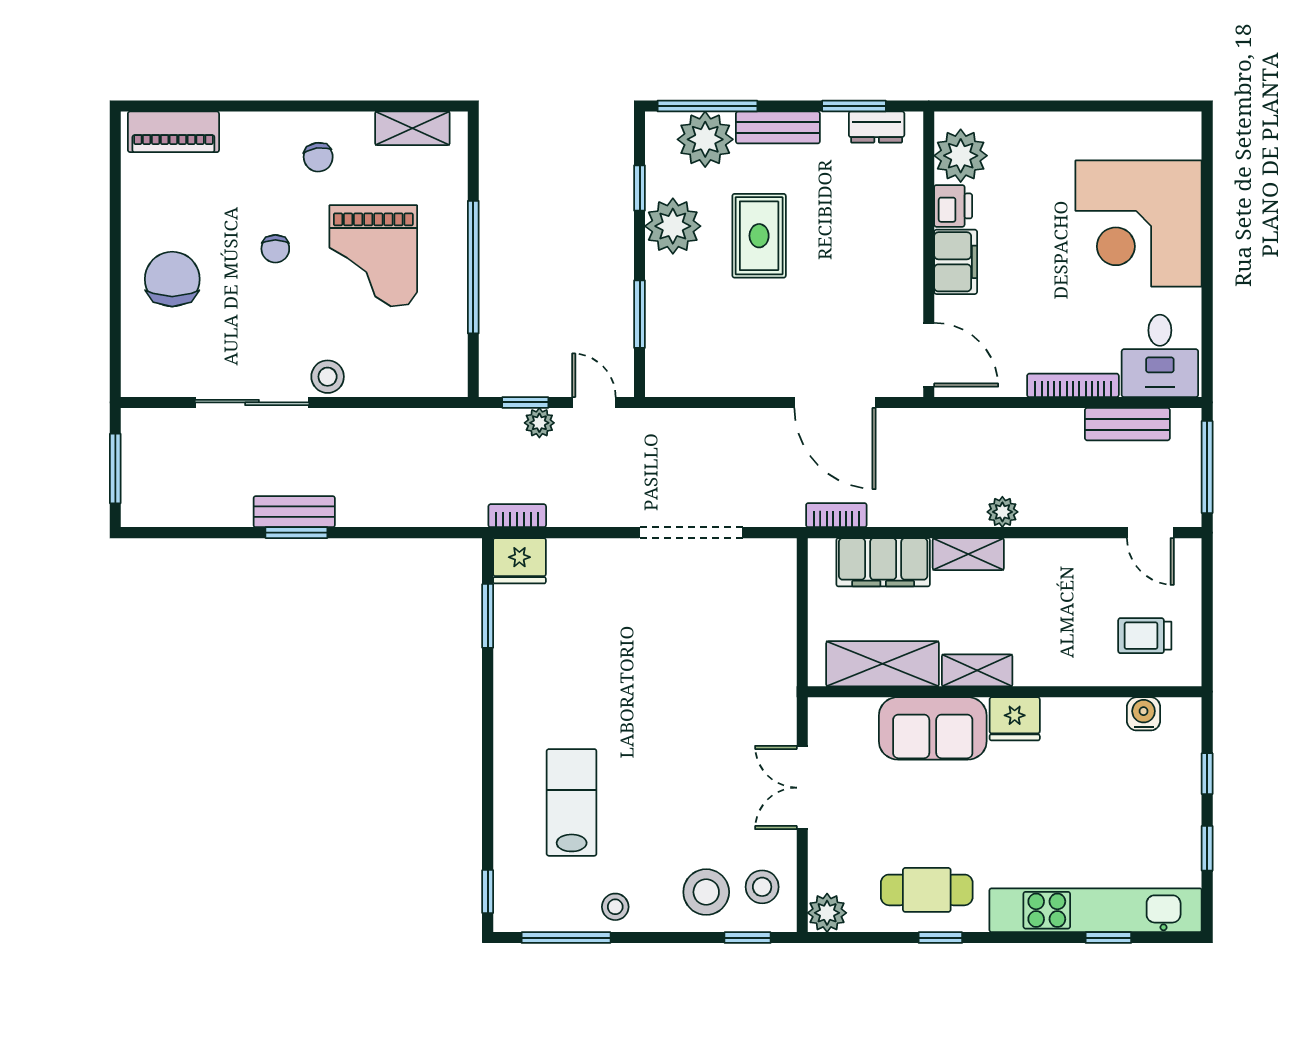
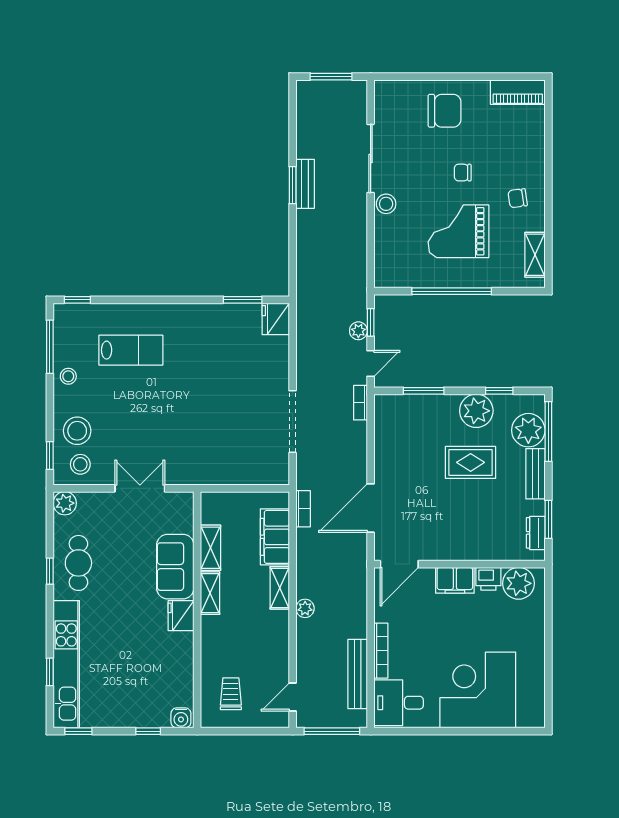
piano: (173, 132) -> (518, 92), moved, turned -90
bench: (1127, 424) -> (358, 674), width x1.36
bookcase: (517, 516) -> (360, 403), moved, turned 180
shelving: (883, 664) -> (211, 548), width x0.67, depth x0.75
water cooler: (1144, 714) -> (181, 718), moved, turned 90
window: (1207, 848) -> (78, 731), moved

